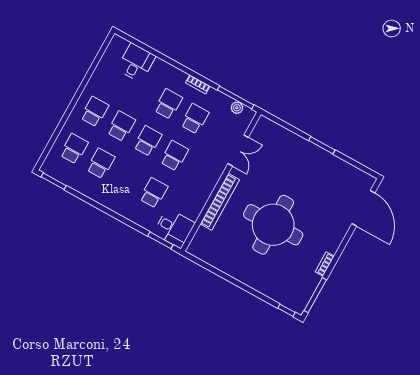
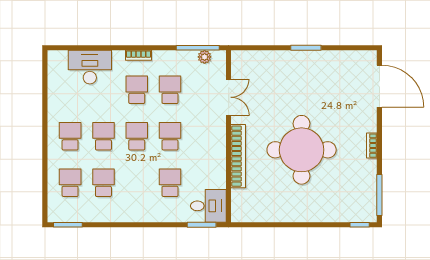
desk: (136, 63) -> (90, 67), width x1.37
bookcase: (198, 84) -> (139, 55), moved
bookcase: (325, 264) -> (372, 146), moved

